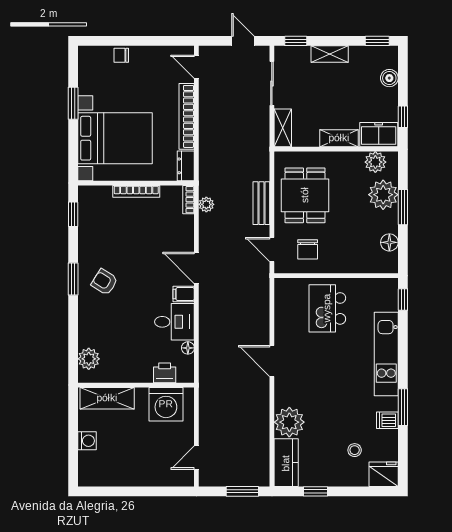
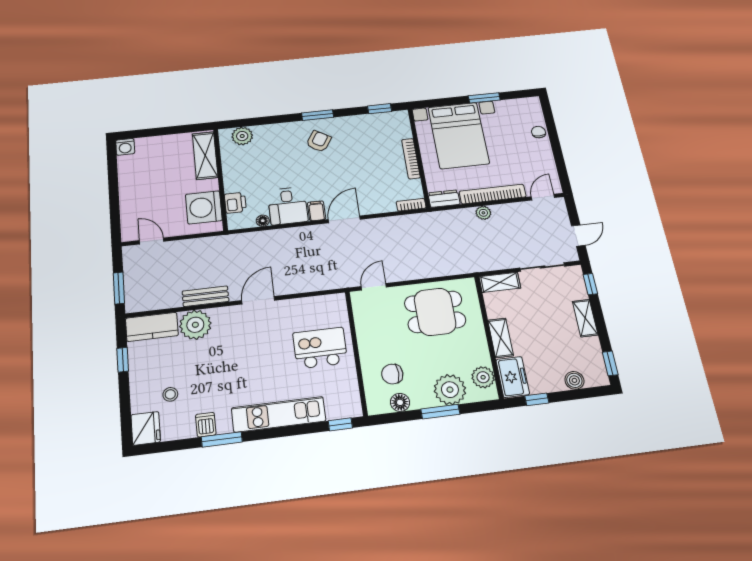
bench: (261, 203) -> (205, 296), moved
plant: (206, 204) -> (483, 213), moved
chair: (308, 249) -> (392, 374), moved
washing machine: (87, 441) -> (125, 147), moved

